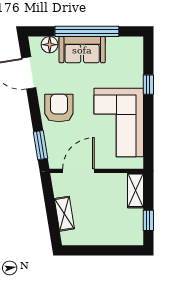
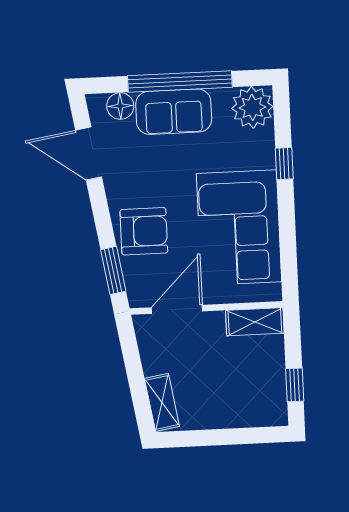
plant: (130, 49) -> (252, 107), added
armchair: (59, 108) -> (144, 231), moved, turned 90
shelving: (135, 190) -> (255, 322), moved, turned 90
shelving: (64, 214) -> (162, 402), moved

